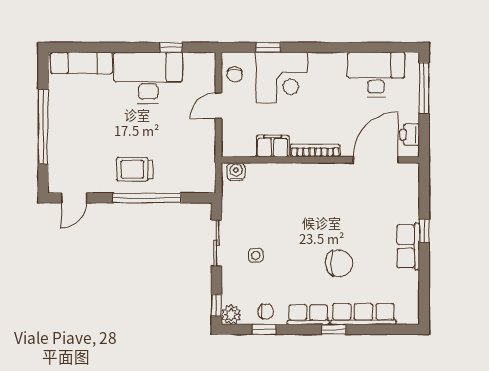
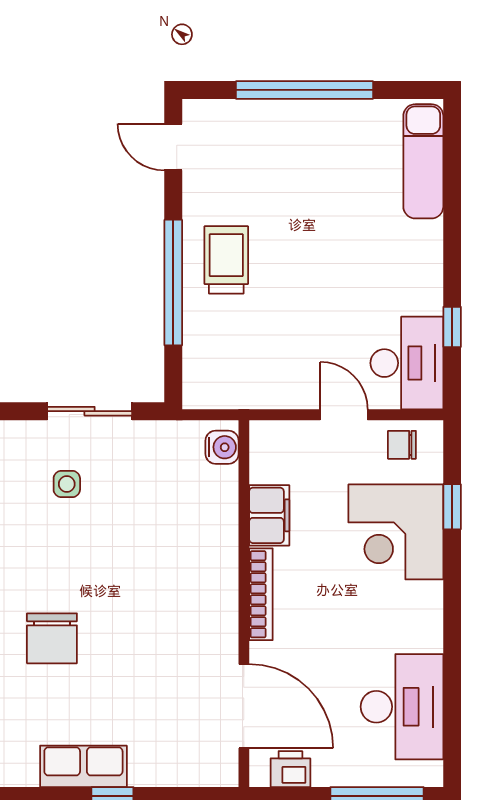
desk: (148, 78) -> (407, 363), moved, width x0.73, depth x0.77

